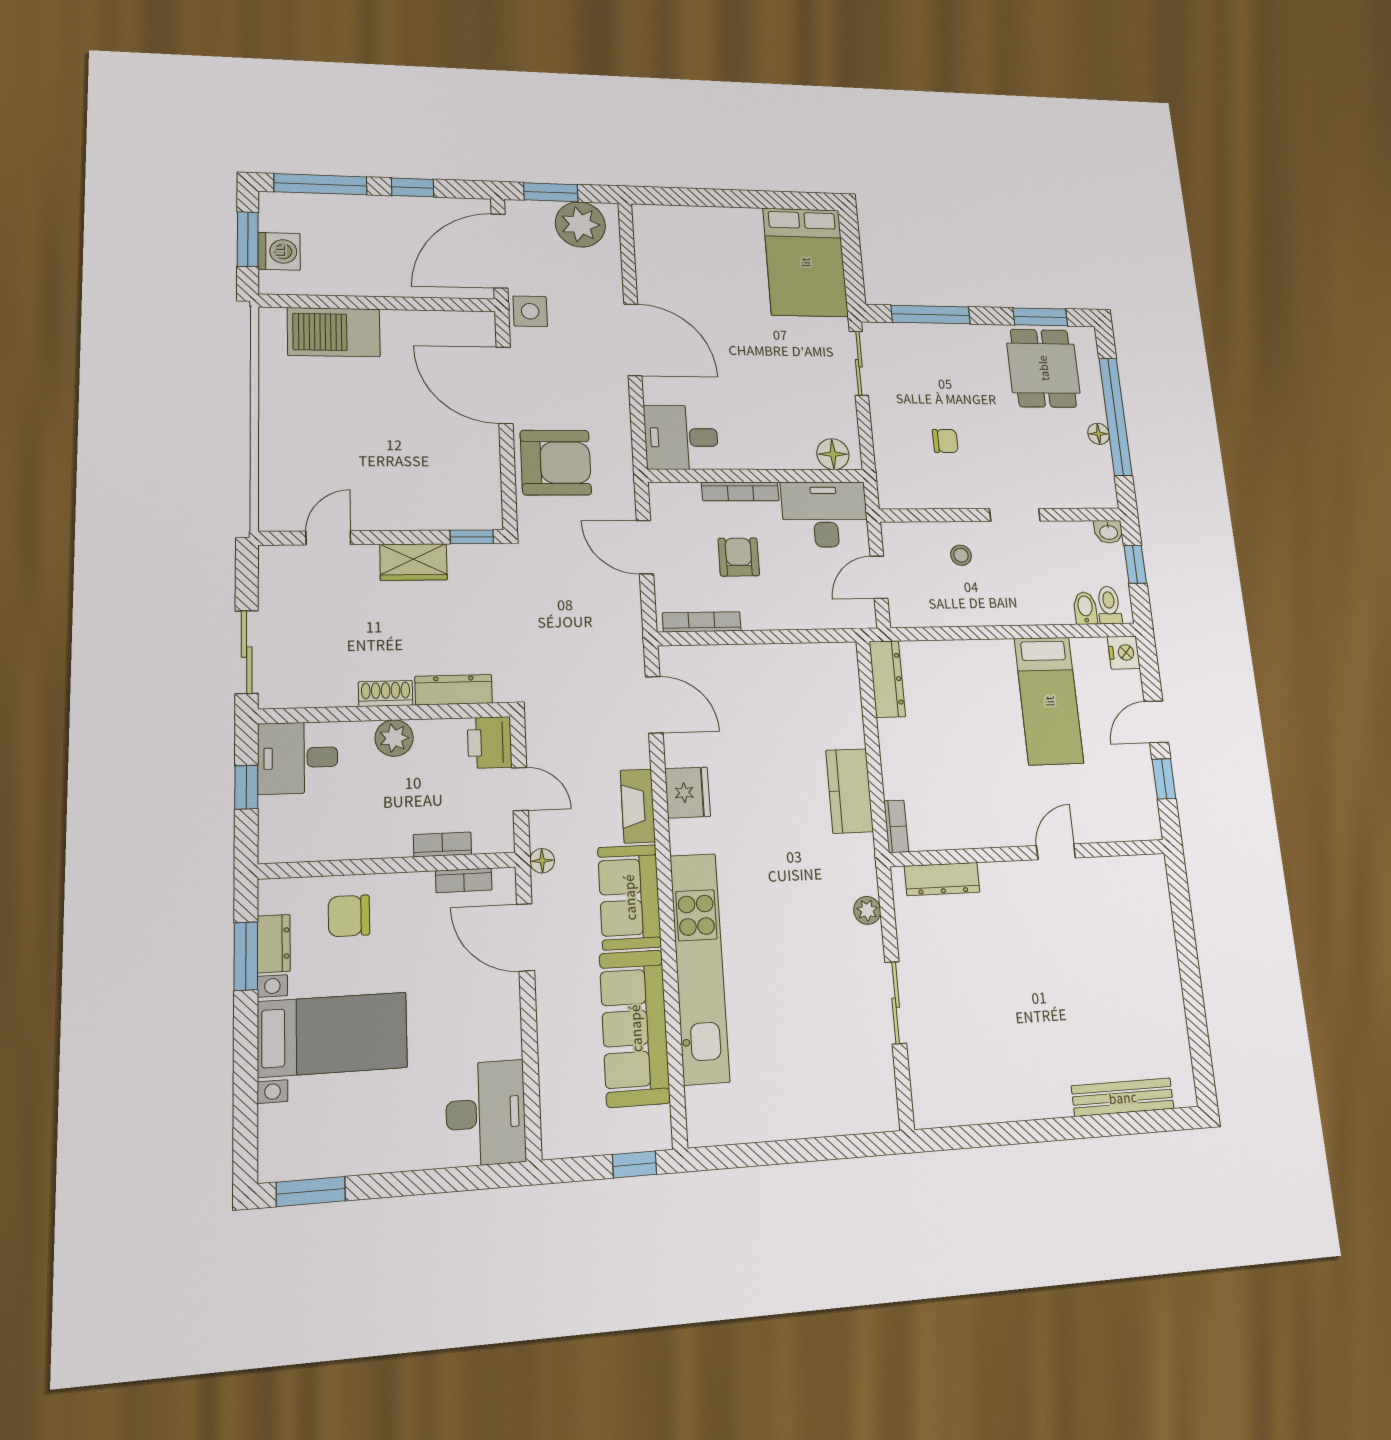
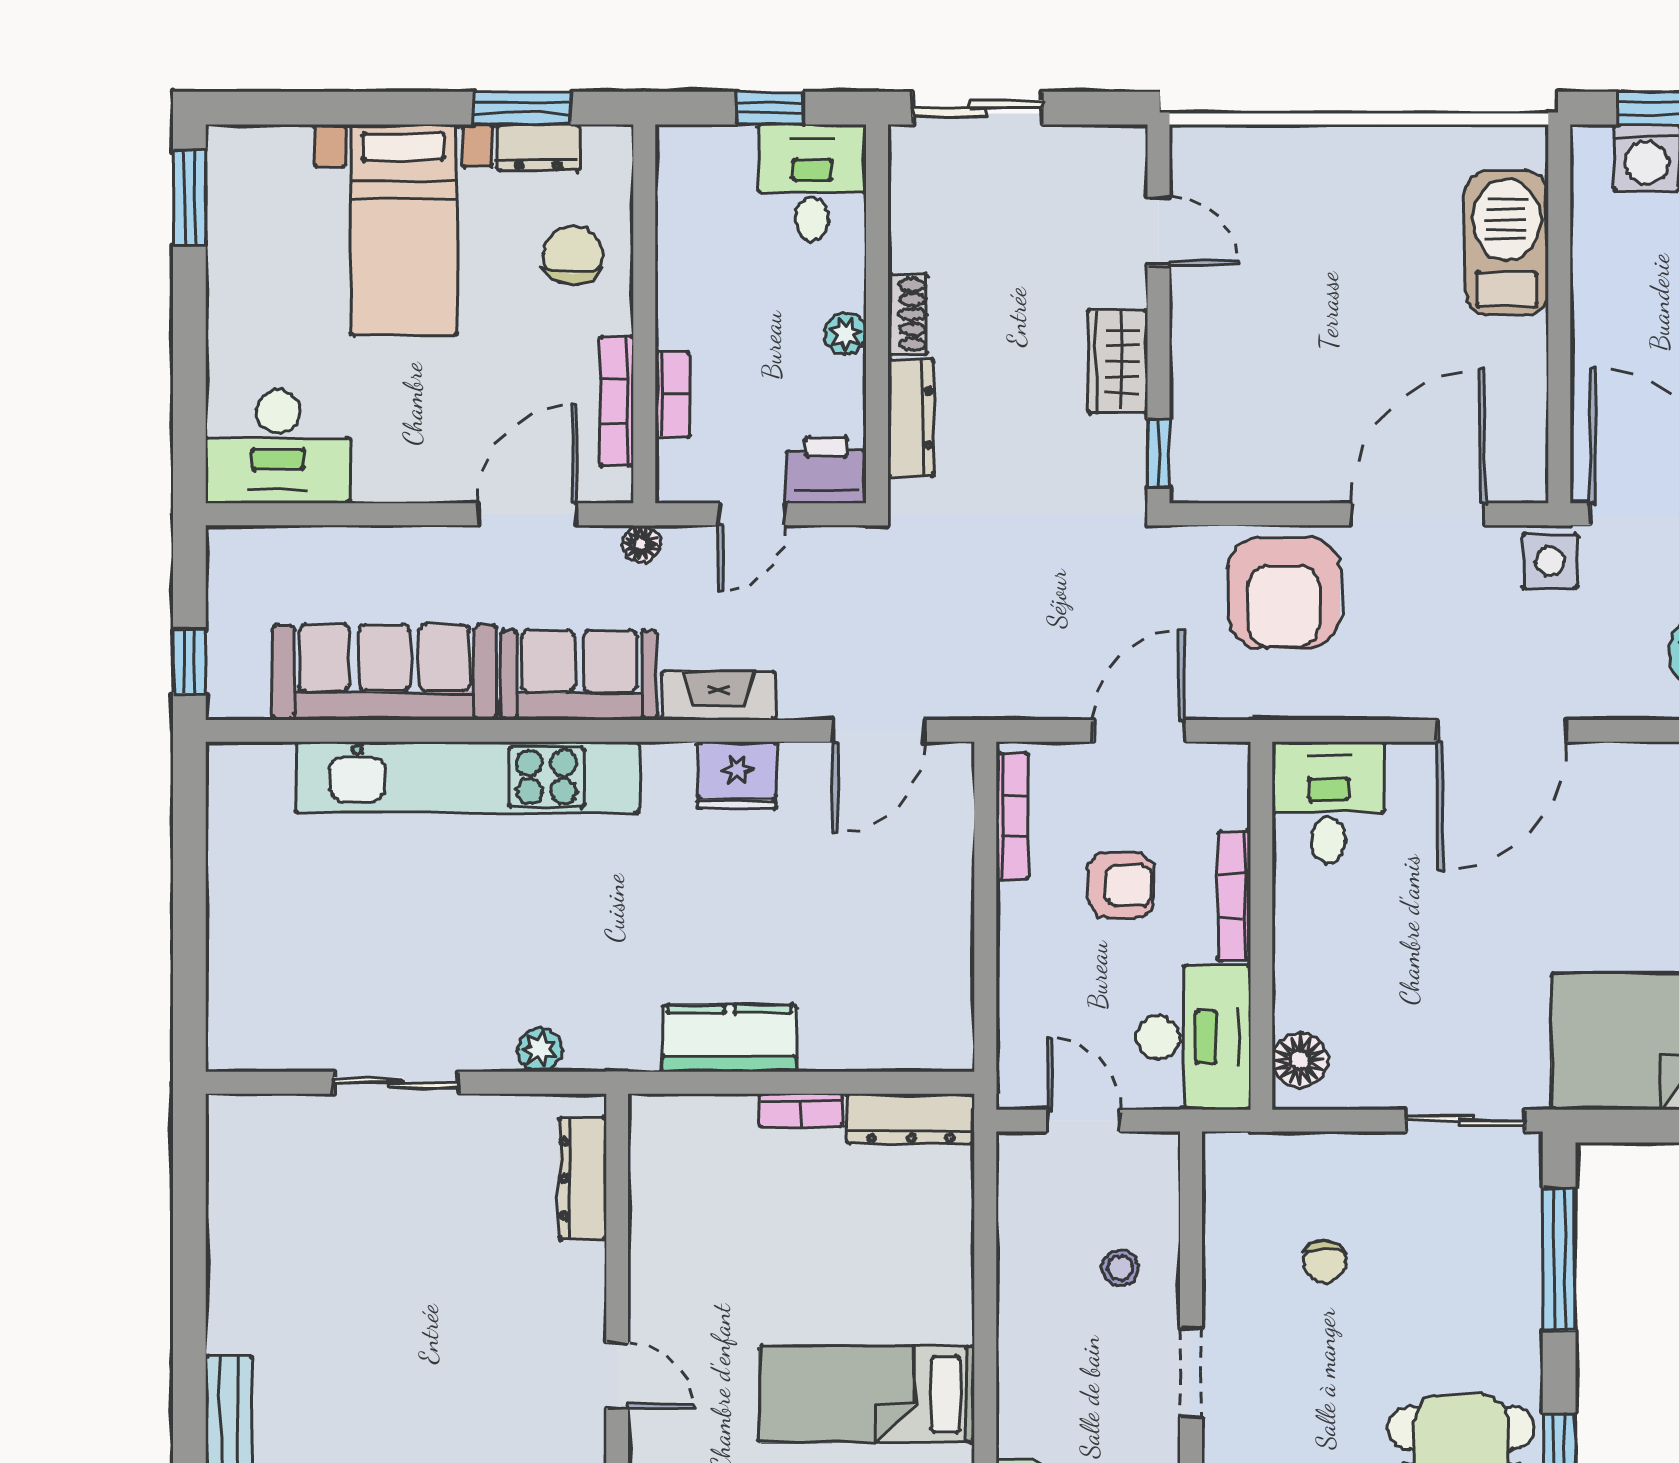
plant: (394, 738) -> (846, 334), width x0.73, depth x0.73
bookcase: (896, 826) -> (801, 1110), moved
bookcase: (464, 880) -> (617, 401), width x1.56

